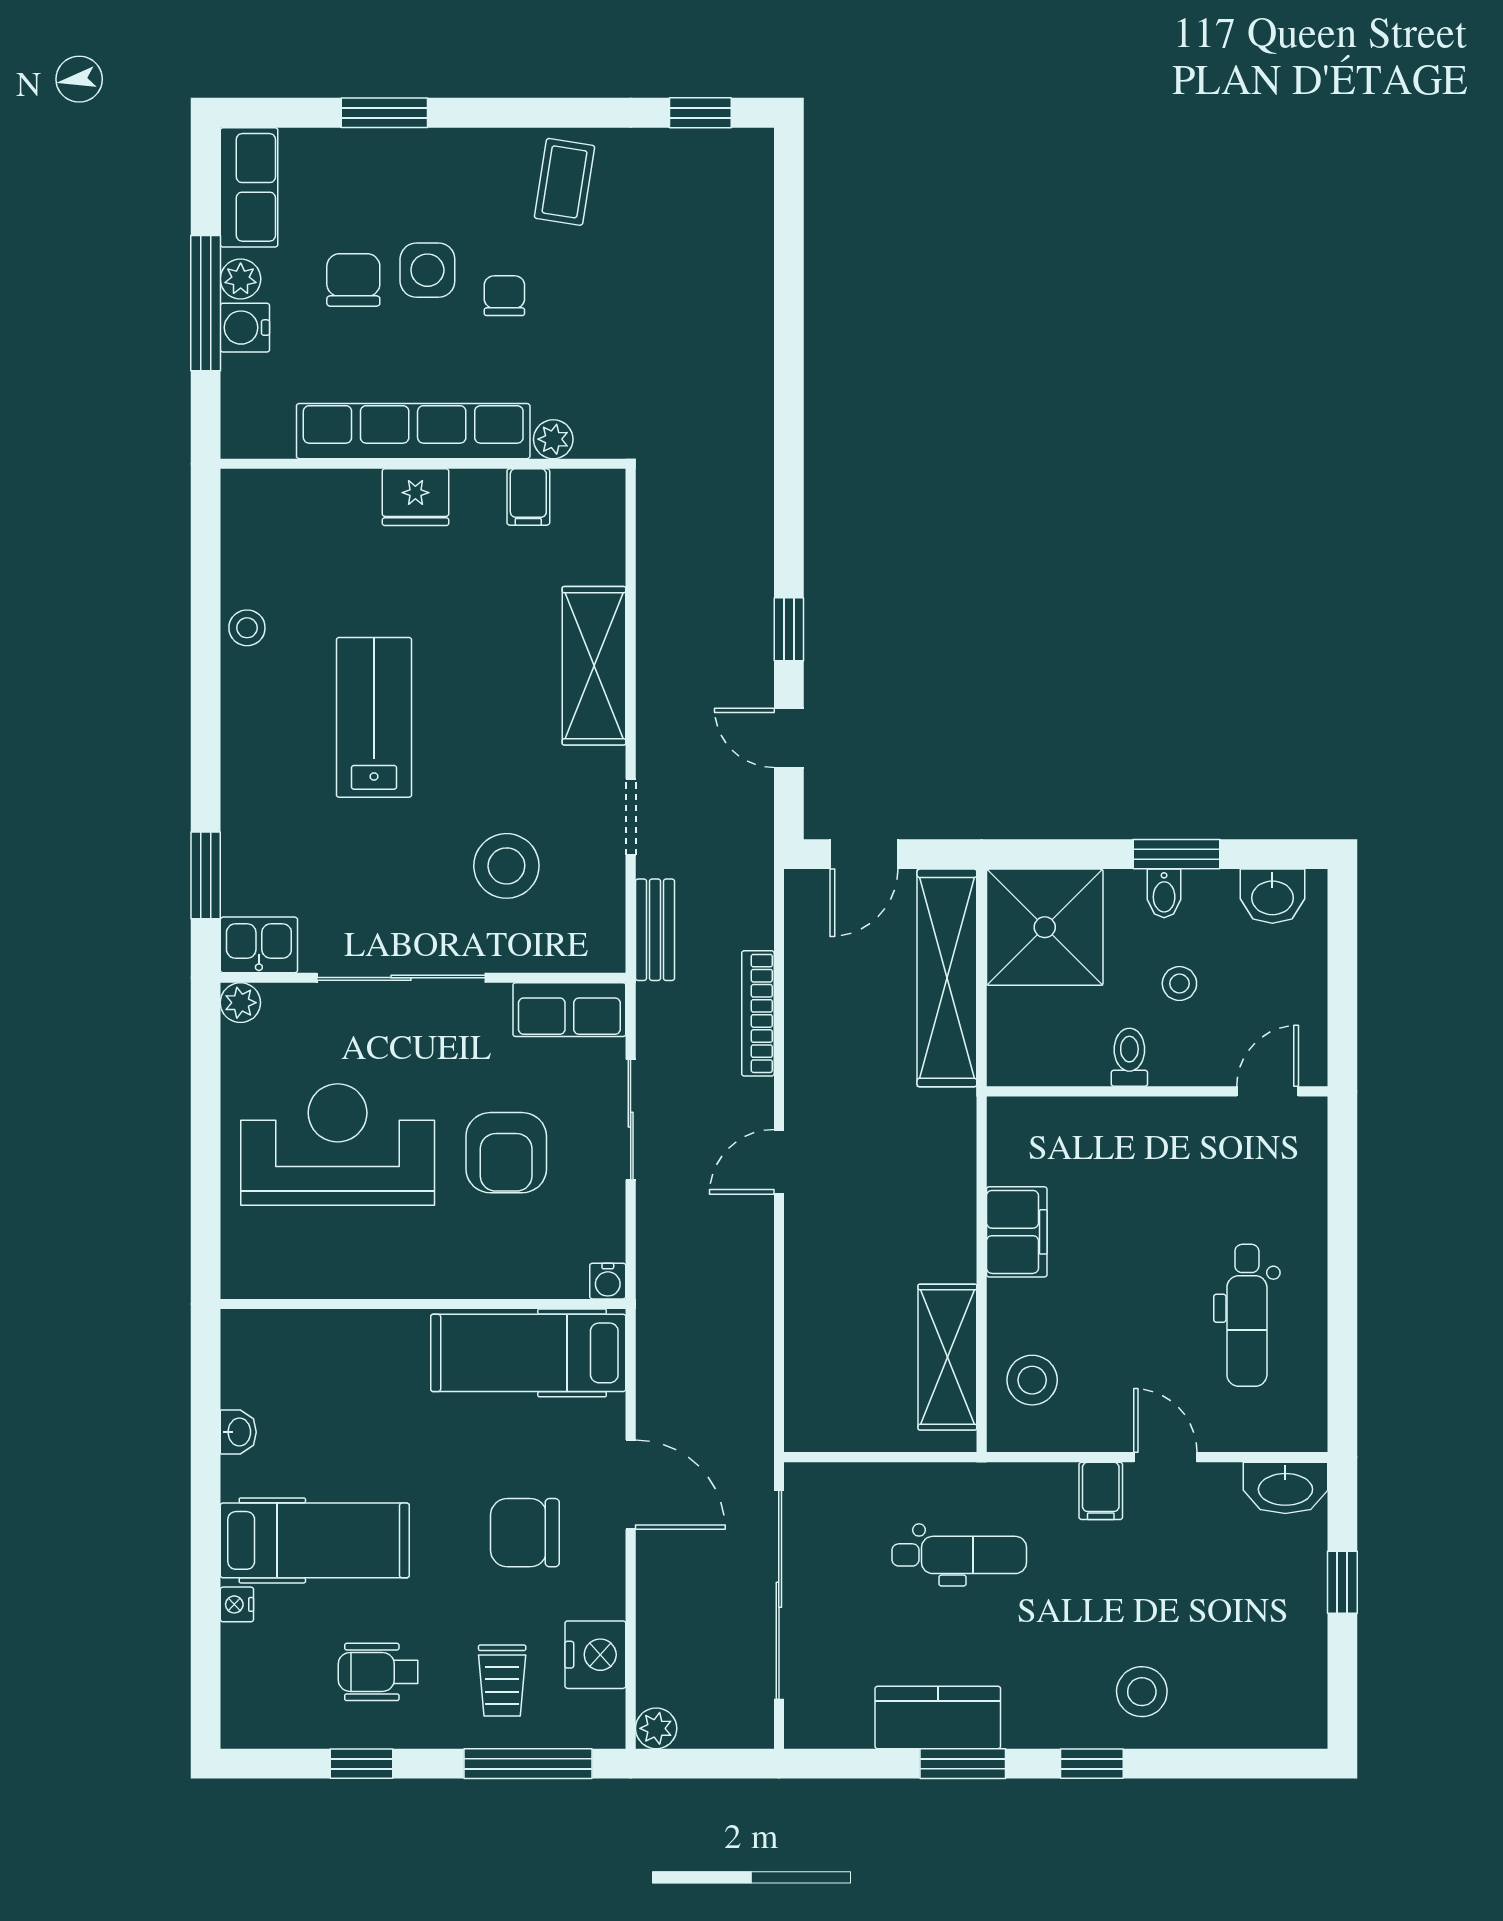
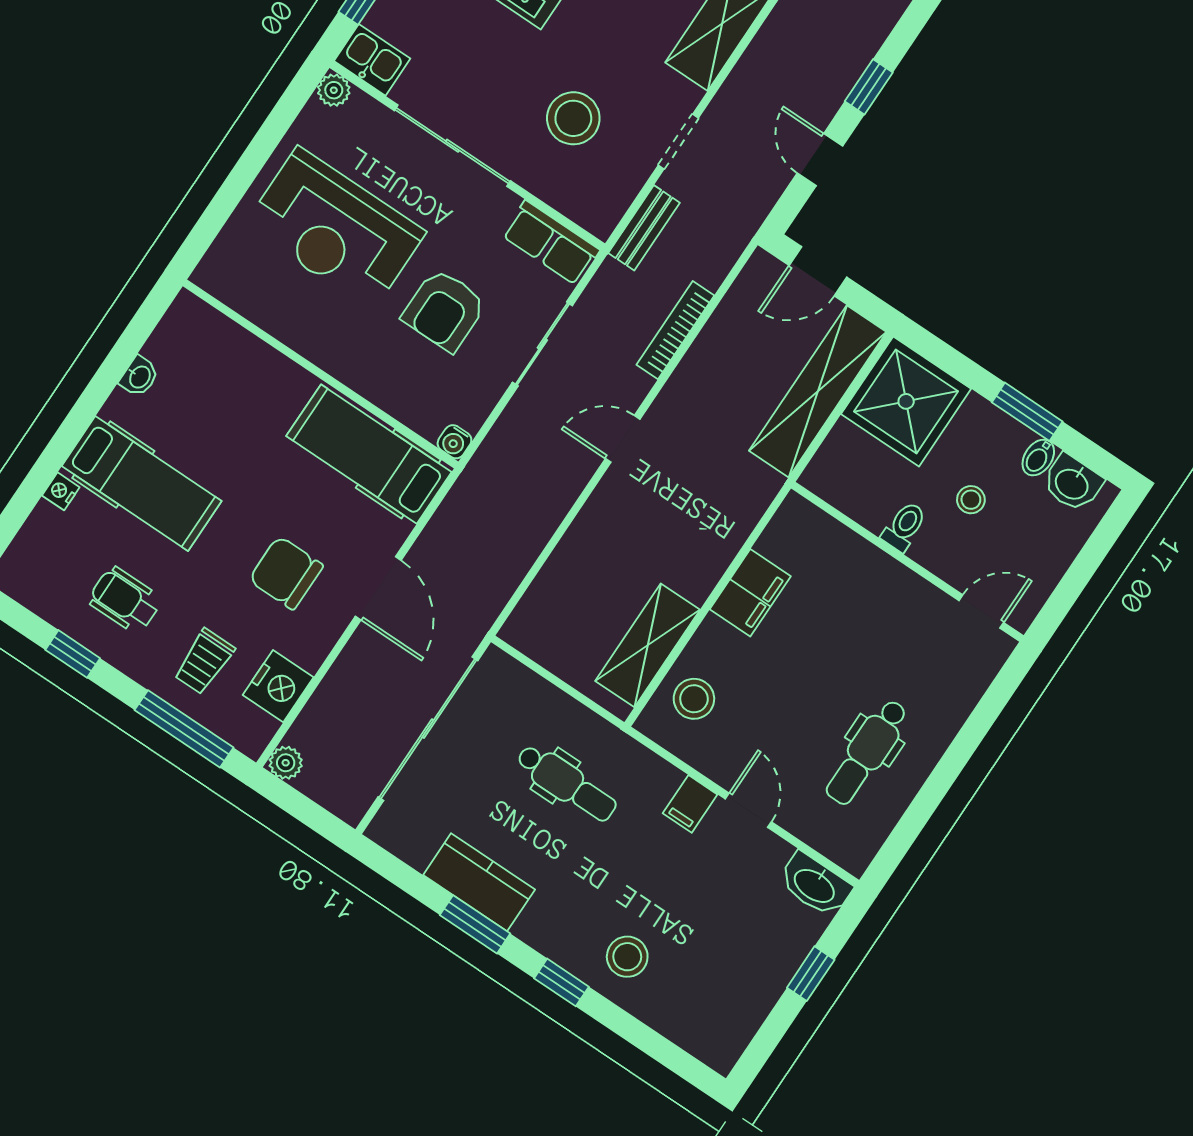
bidet: (1164, 893) -> (1038, 458), moved
reception desk: (338, 1144) -> (335, 229), turned 180

